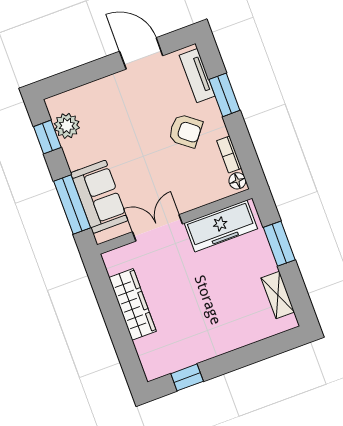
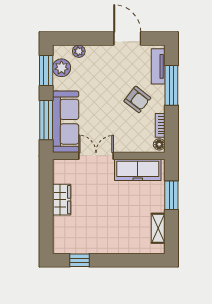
plant: (82, 95) -> (79, 51), added
window: (224, 95) -> (171, 85), width x1.44
window: (47, 137) -> (46, 70), width x1.50
sofa: (99, 197) -> (66, 122), width x1.36
wardrobe: (133, 304) -> (62, 200), width x0.67

